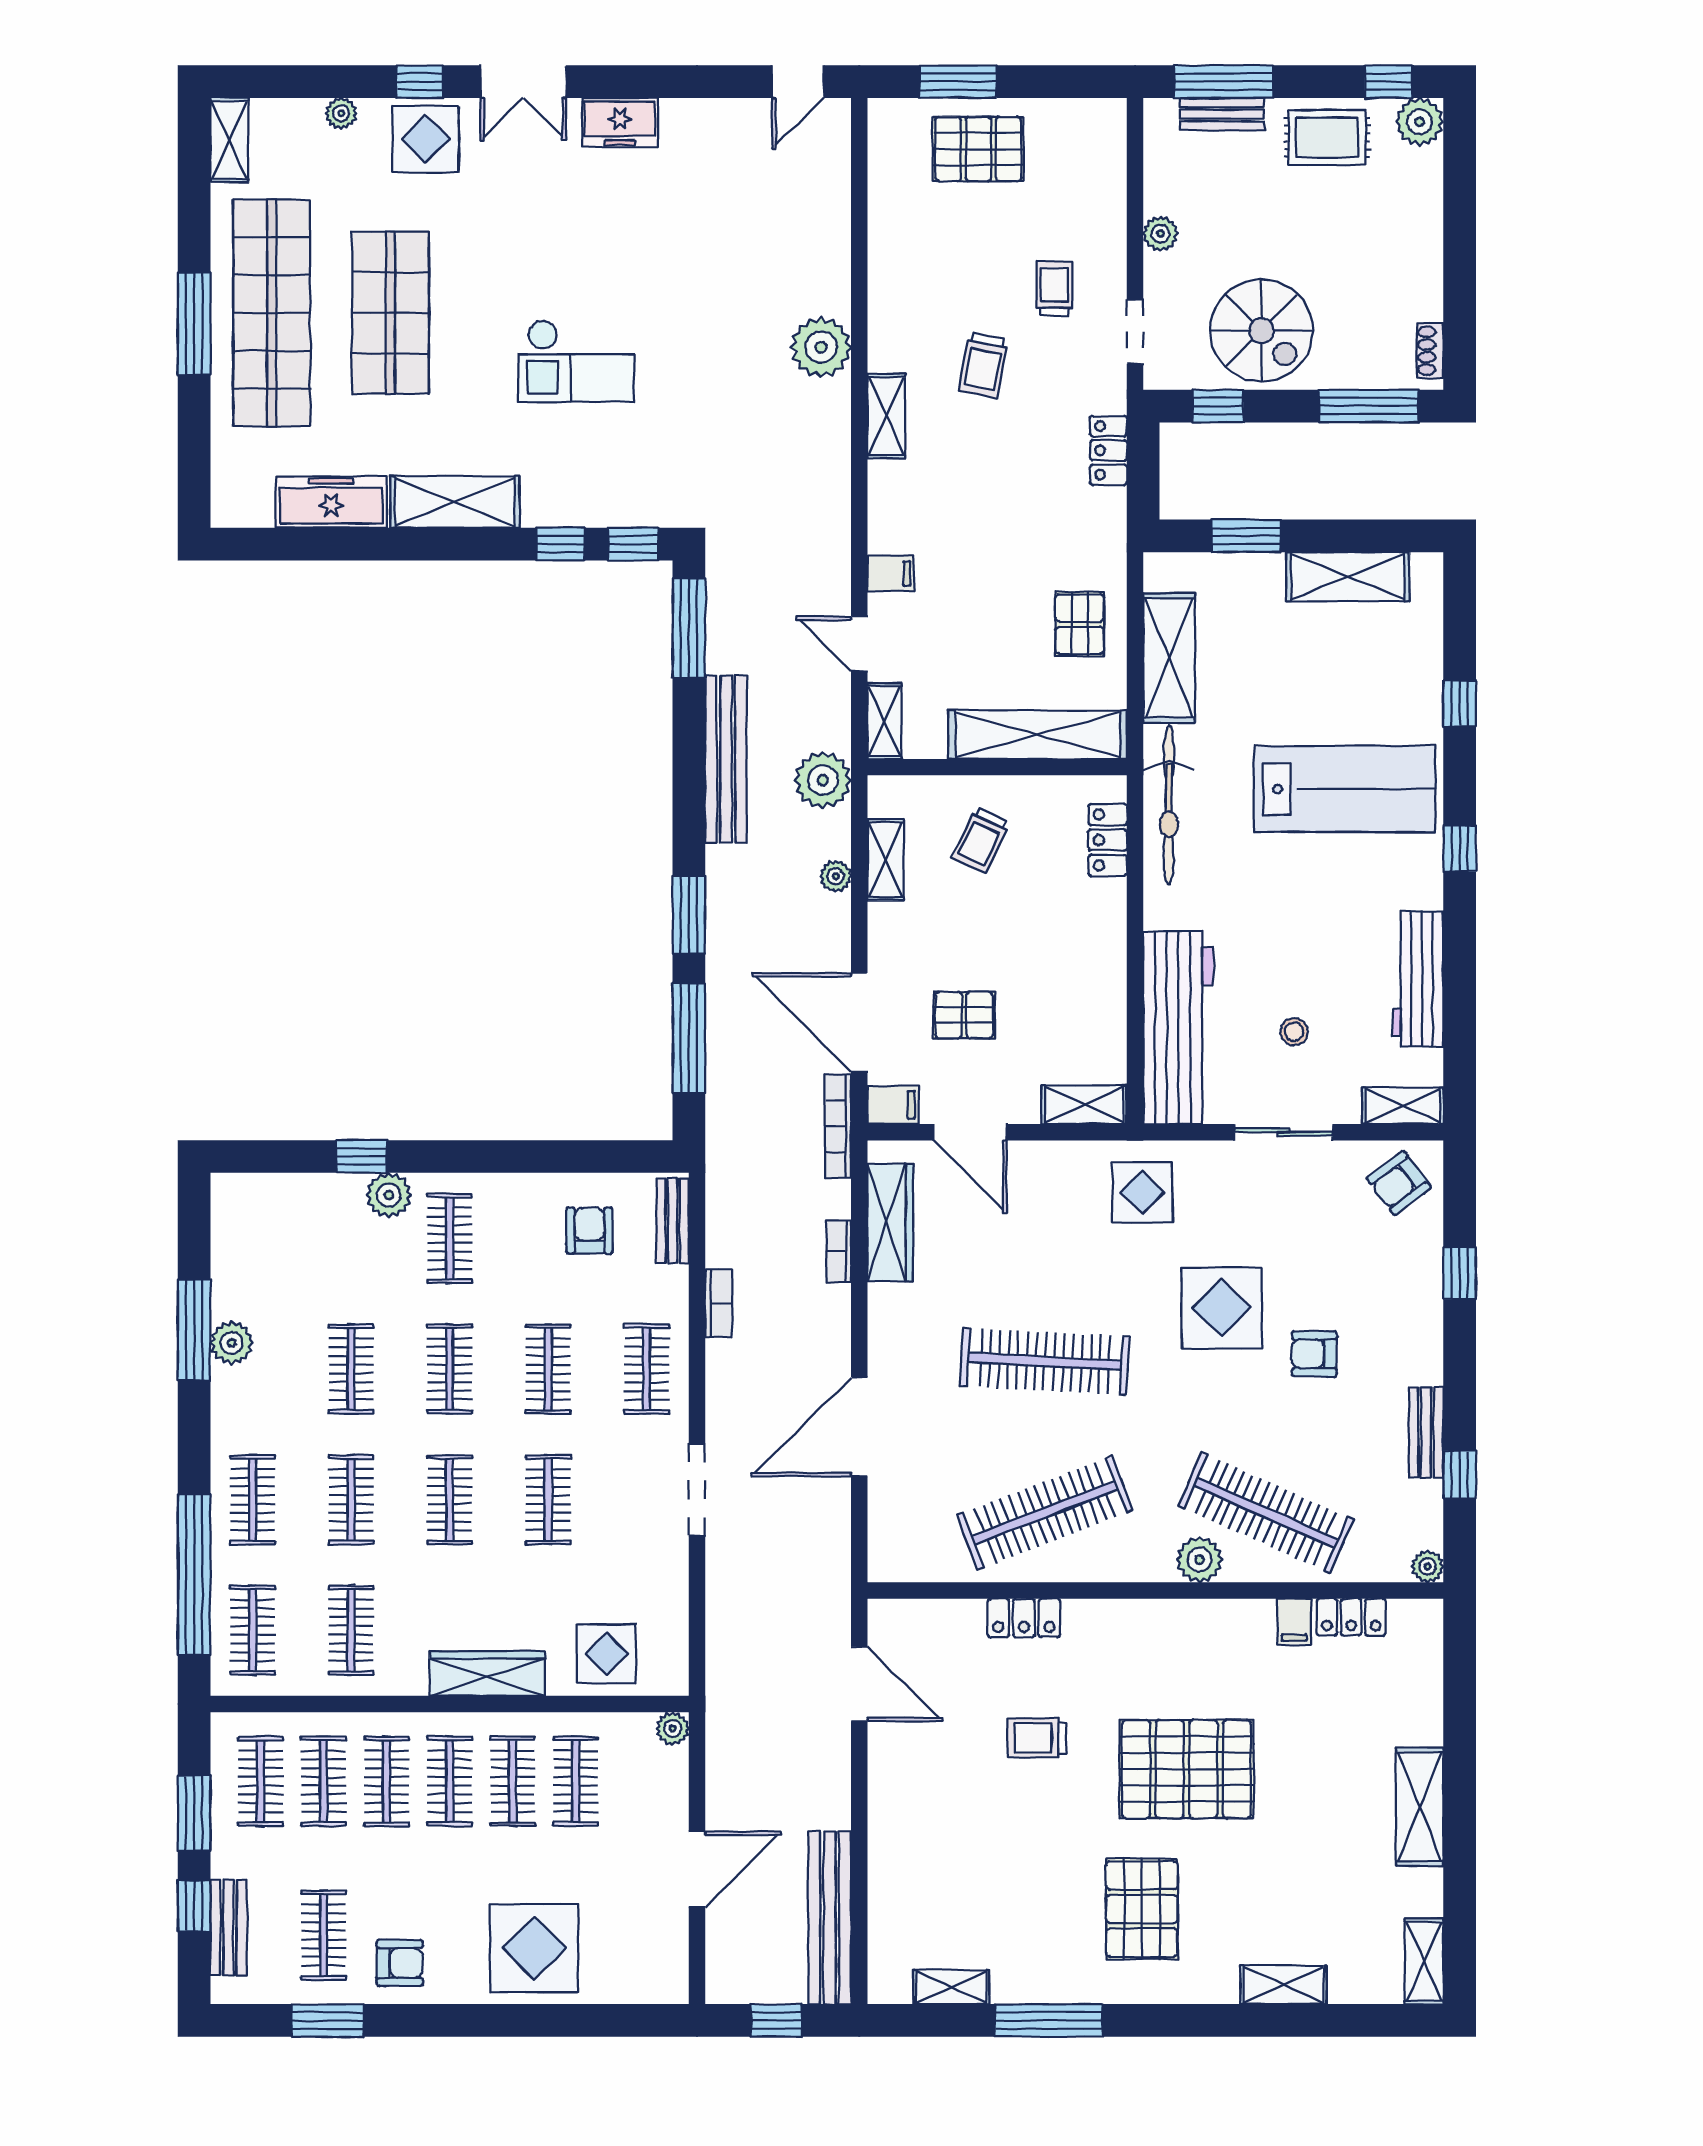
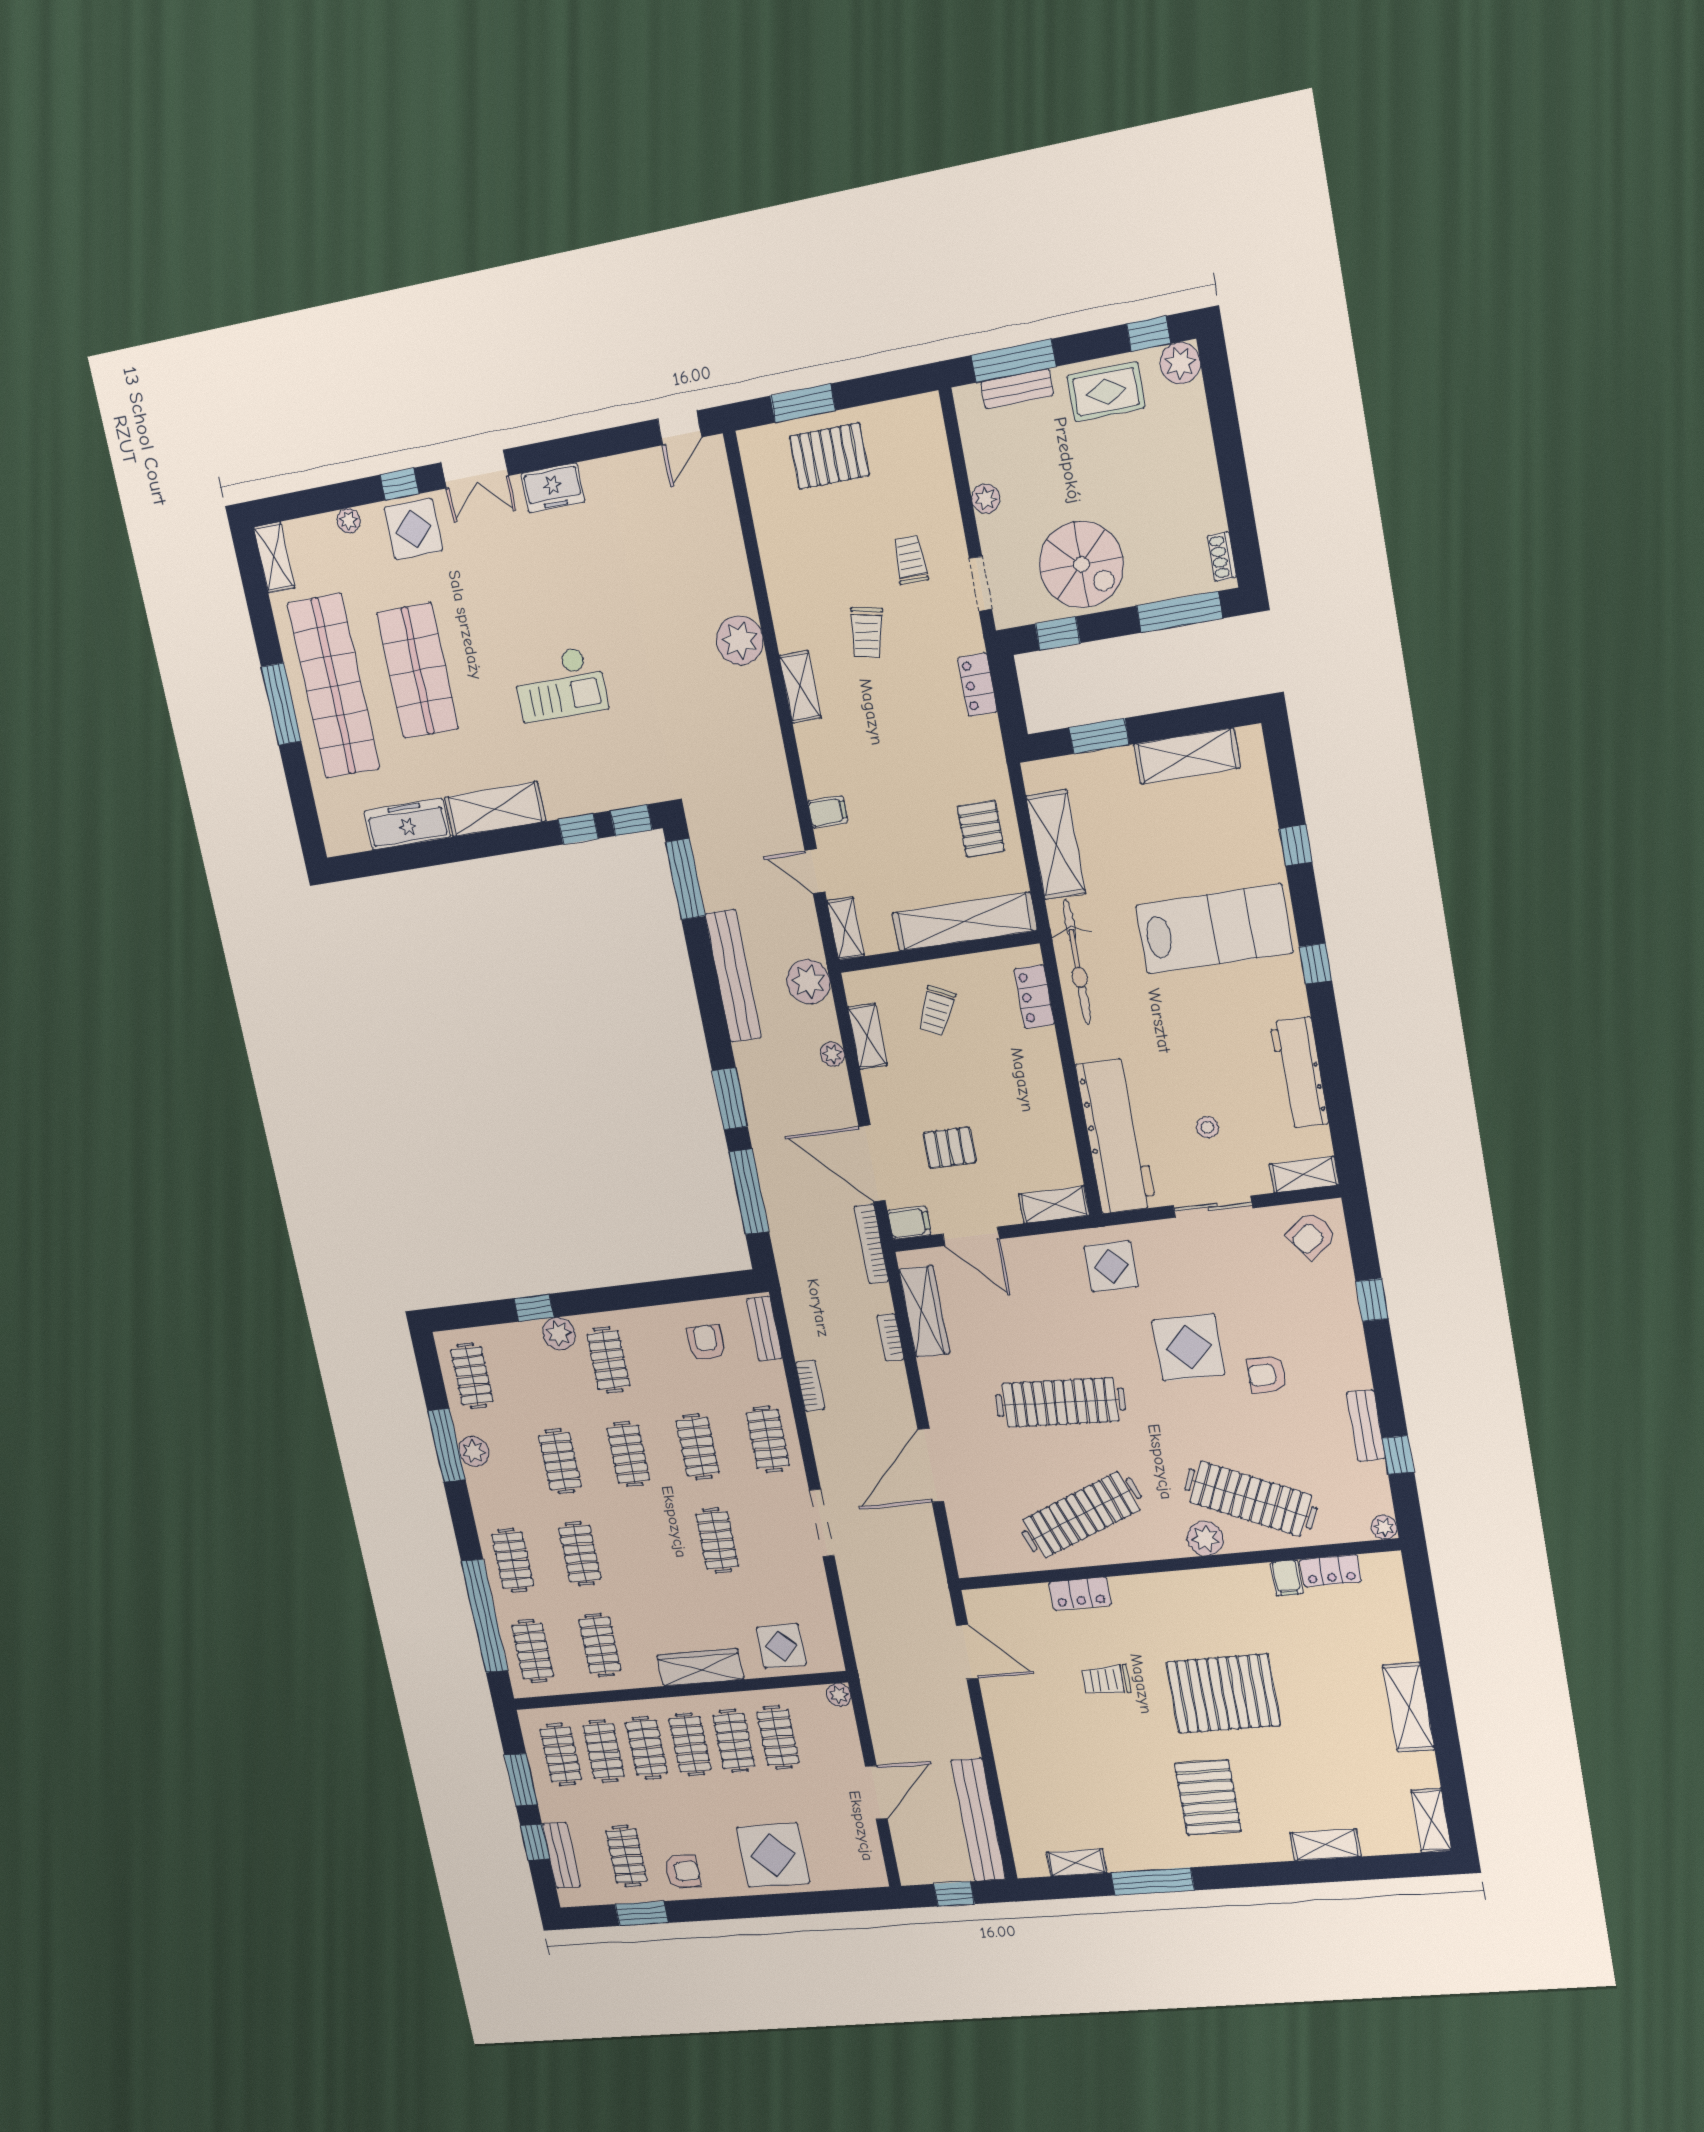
clothes rail: (450, 1500) -> (472, 1376), moved

